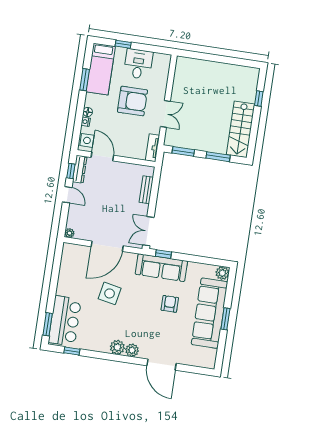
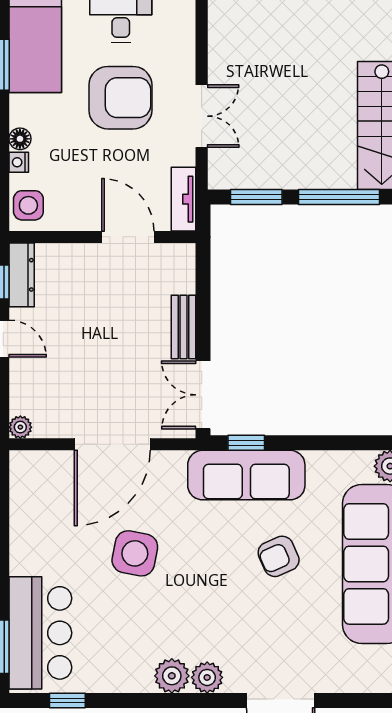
door: (102, 156) -> (128, 237), moved
window: (218, 157) -> (339, 197), width x1.44
bench: (146, 190) -> (183, 327), moved
armchair: (170, 304) -> (279, 556), turned -114

